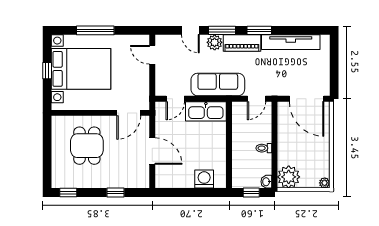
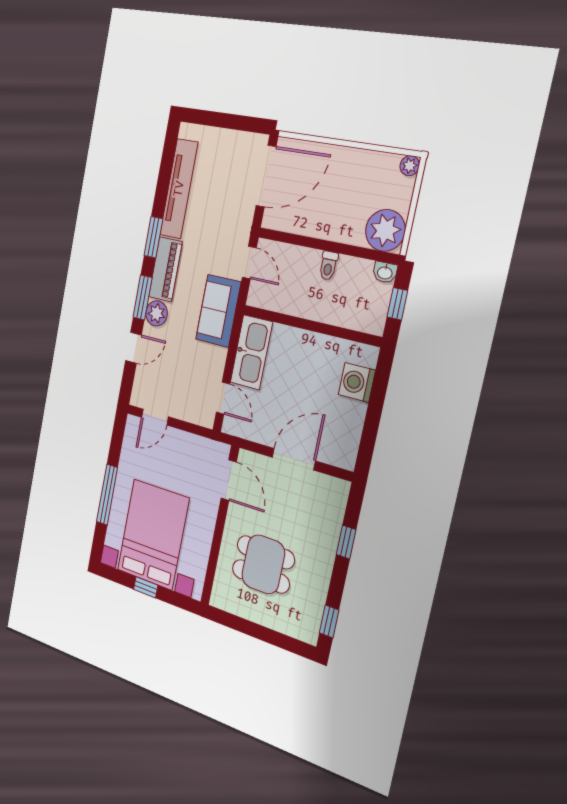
sofa: (218, 84) -> (218, 311), width x0.73

